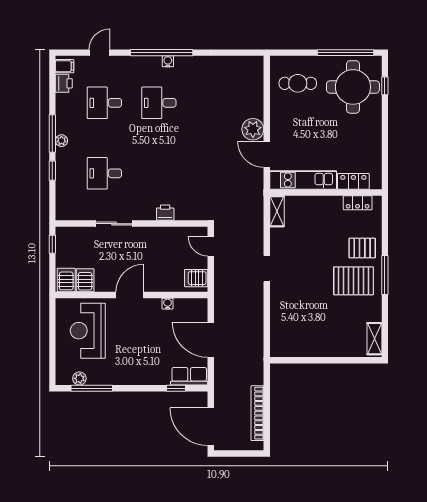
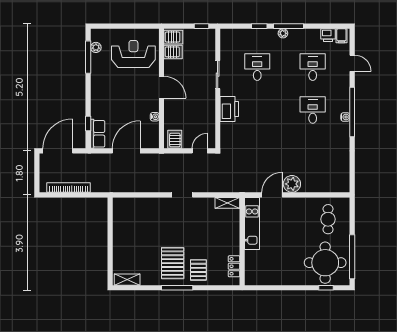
locker: (353, 181) -> (251, 263), removed
printer: (165, 213) -> (229, 109), width x1.87, depth x1.48

